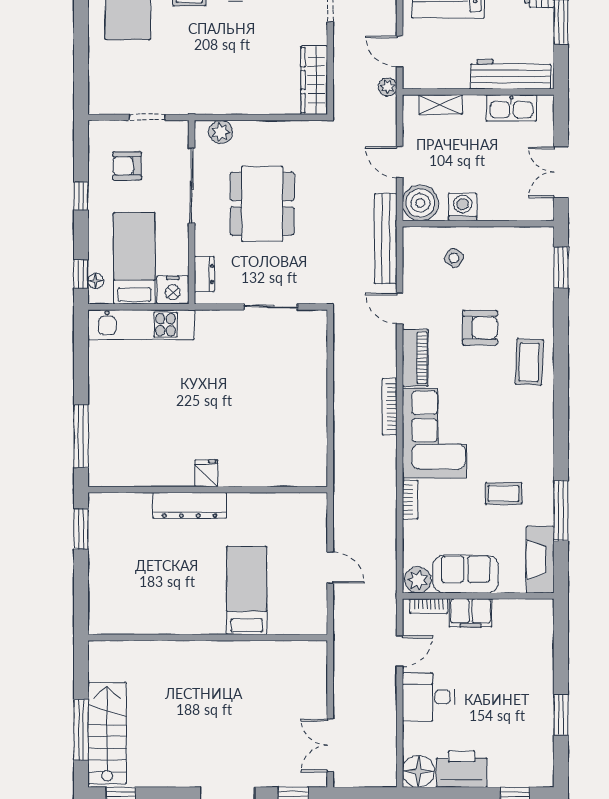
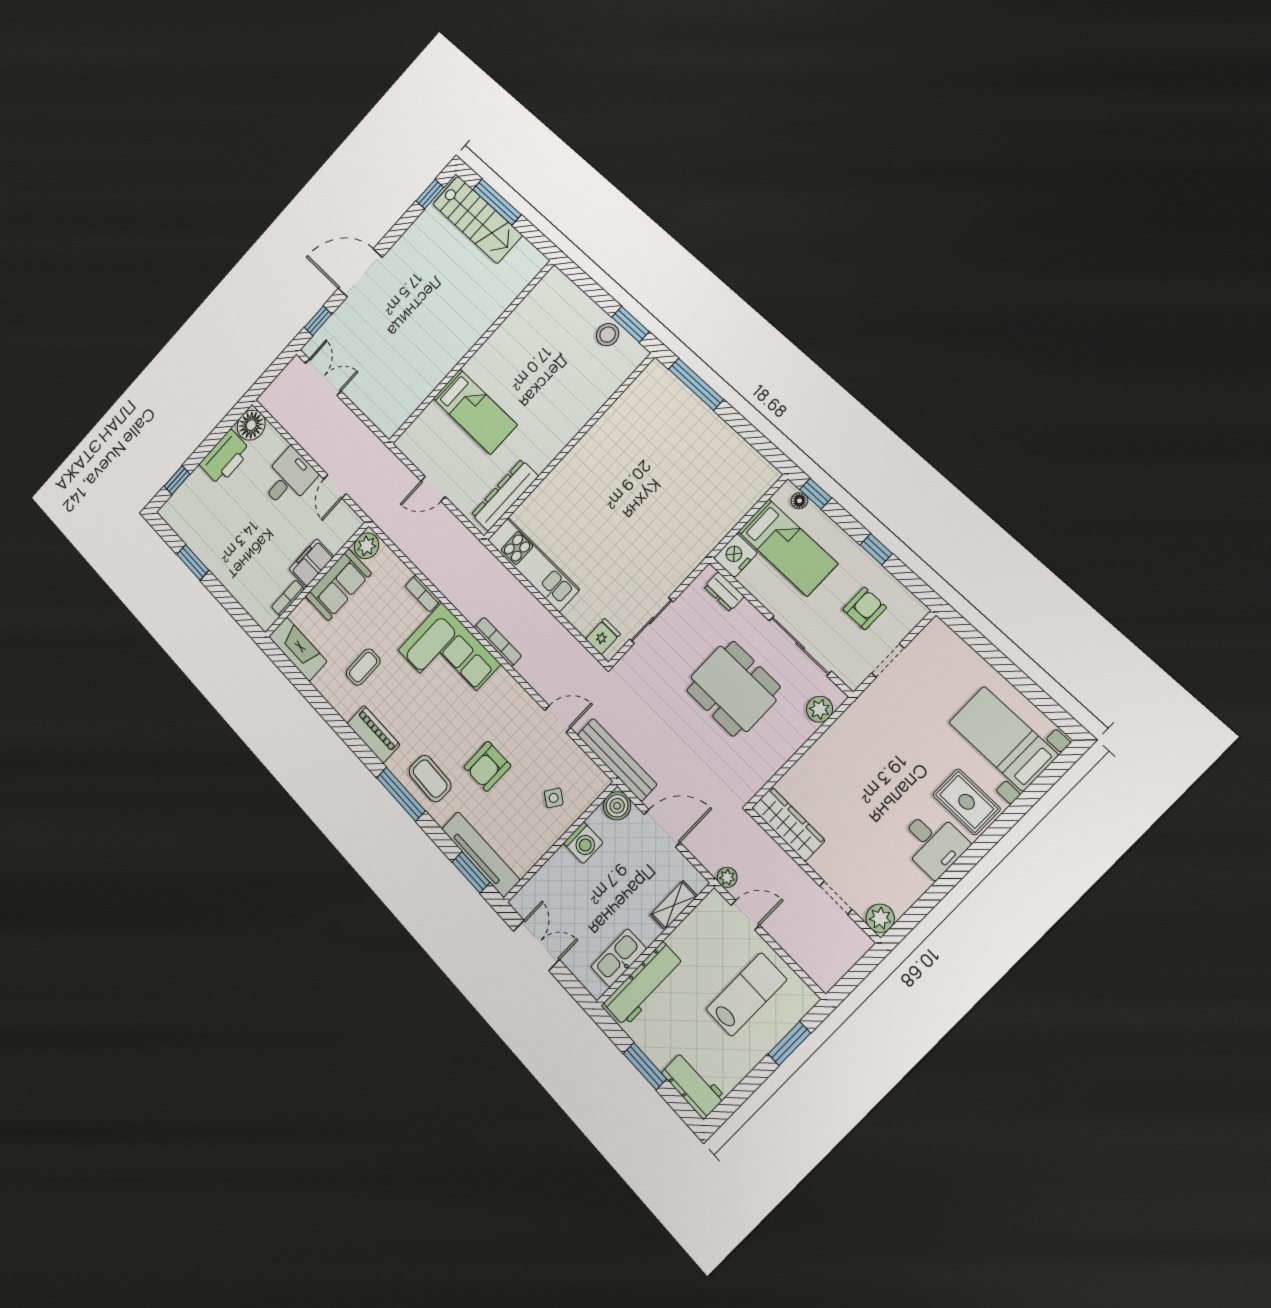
door: (400, 162) -> (662, 828), width x1.38
boiler: (420, 203) -> (617, 806), width x0.73, depth x0.73
tv unit: (542, 273) -> (481, 854), added
kitchen unit: (141, 325) -> (533, 565), moved, turned 90
piano: (415, 358) -> (373, 734), moved, turned 180
fridge: (206, 473) -> (603, 637), moved, turned -90
dresser: (190, 505) -> (505, 495), moved
window: (561, 511) -> (401, 794), moved
stool: (103, 540) -> (608, 335), added
bookcase: (429, 606) -> (288, 598), moved

